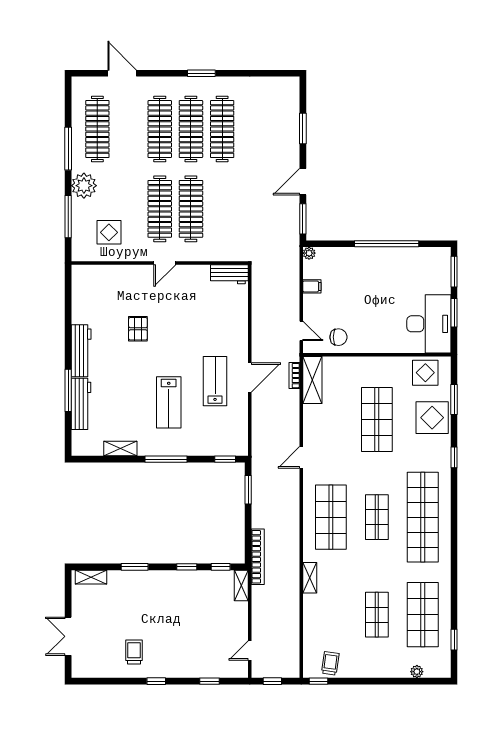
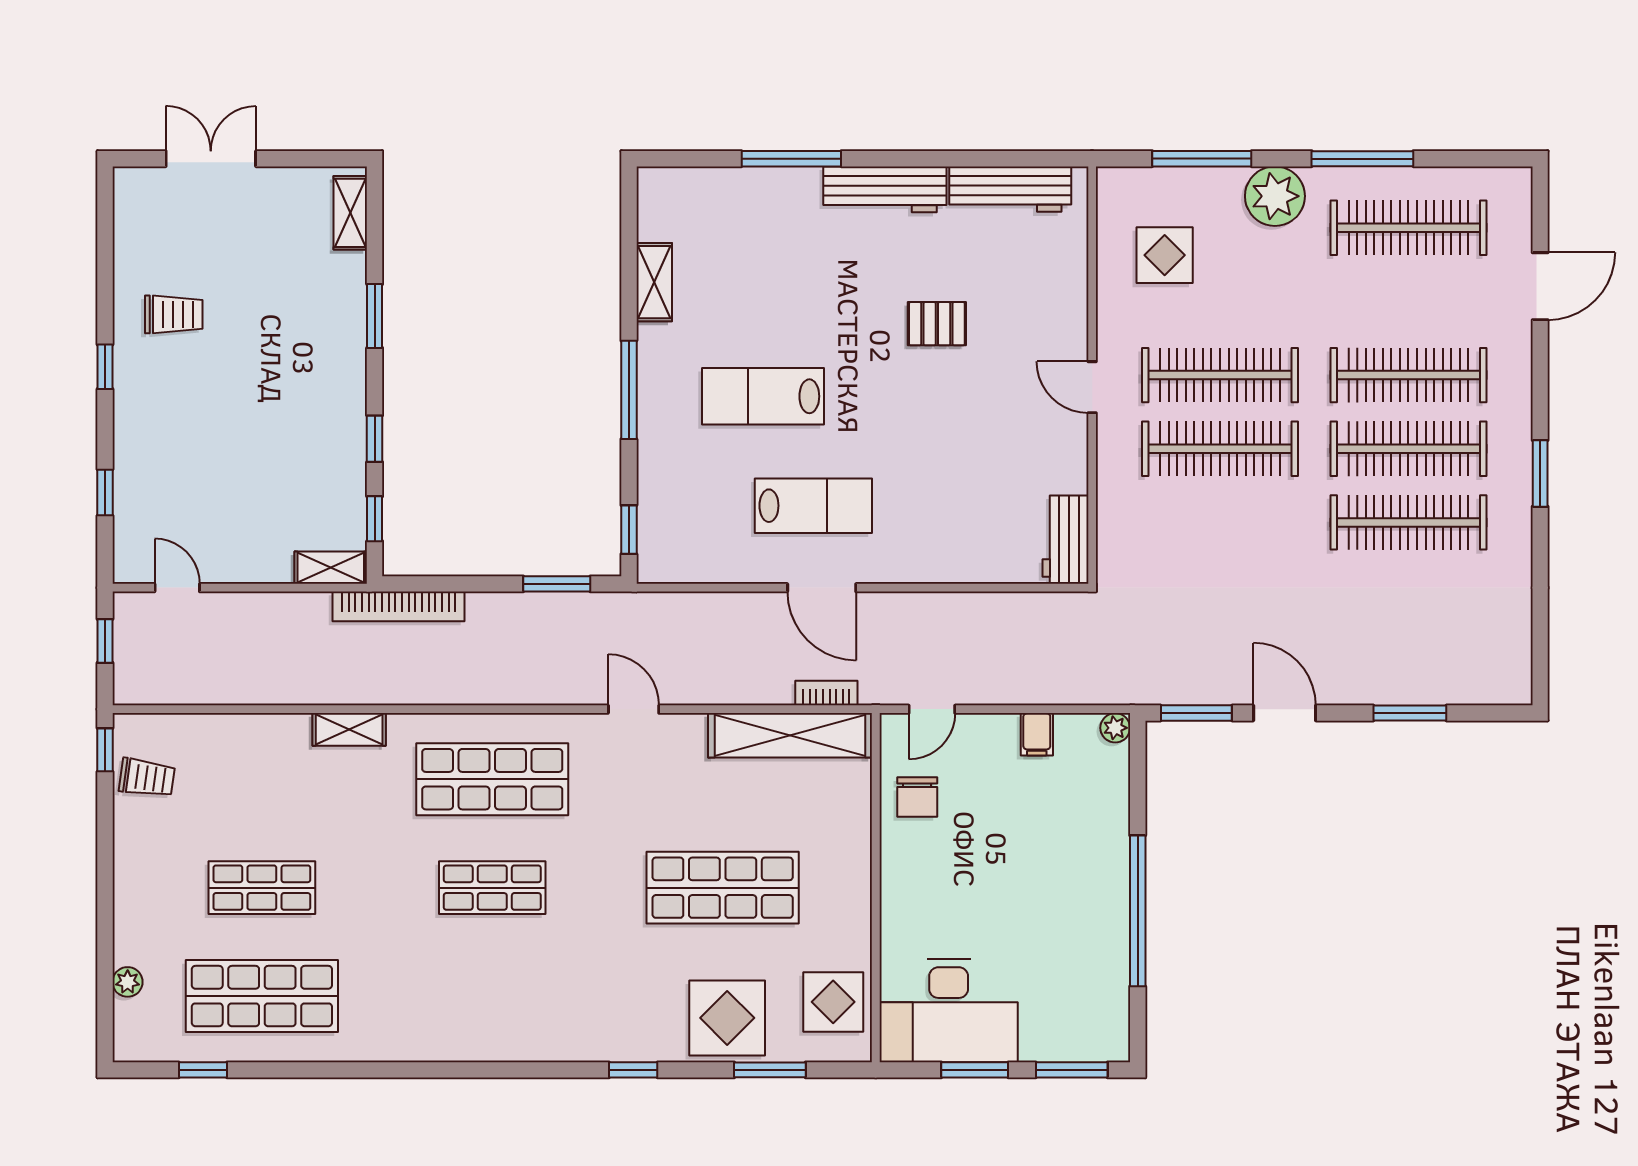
shelving: (312, 380) -> (790, 735), width x1.47
workbench: (81, 404) -> (1010, 189), moved
shop shelf: (423, 517) -> (492, 996), removed

